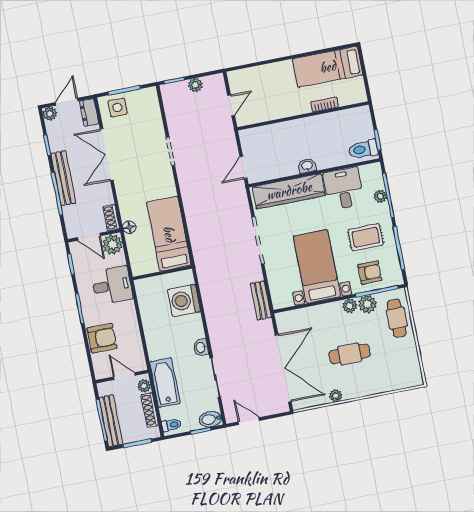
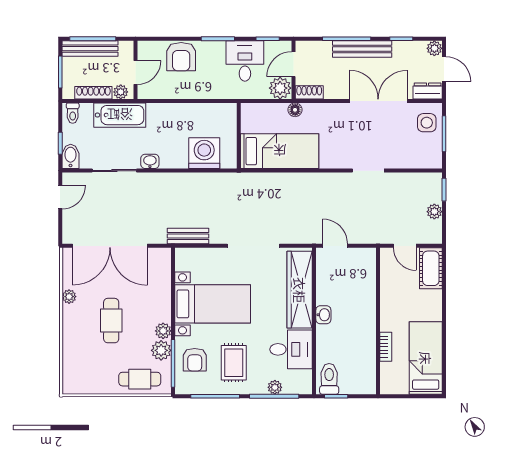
cot: (247, 78) -> (431, 268), added
desk: (112, 285) -> (245, 61), moved, turned 180

